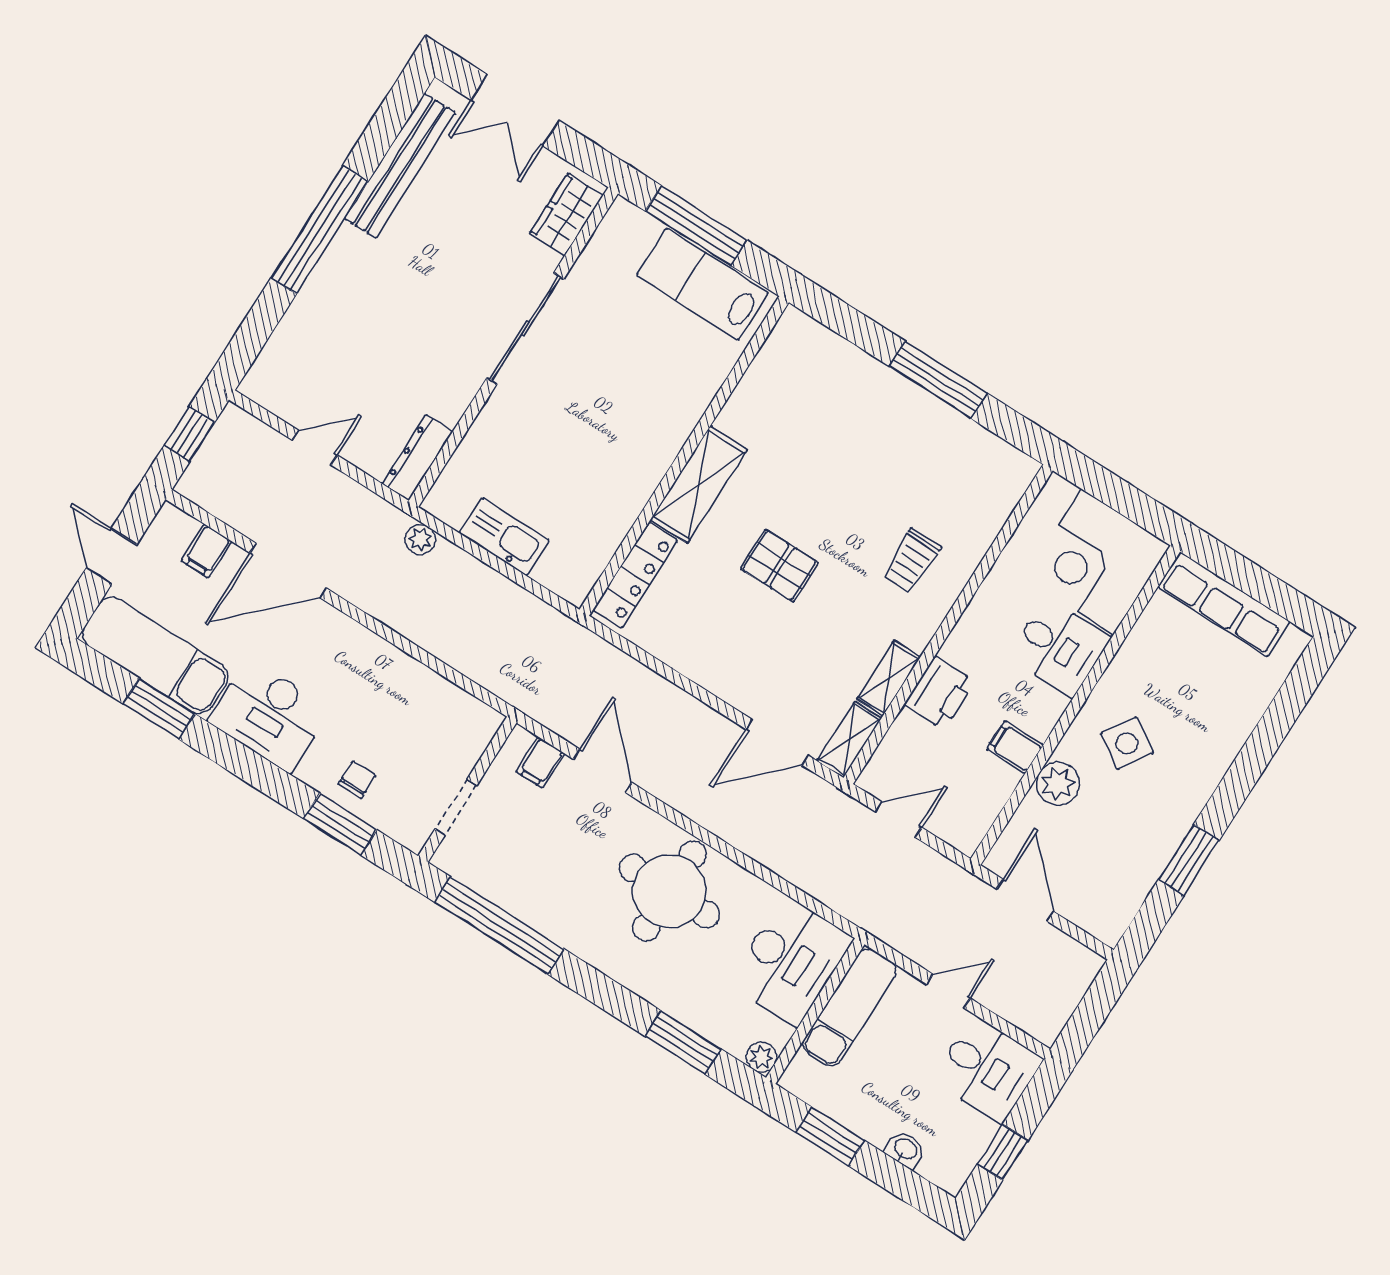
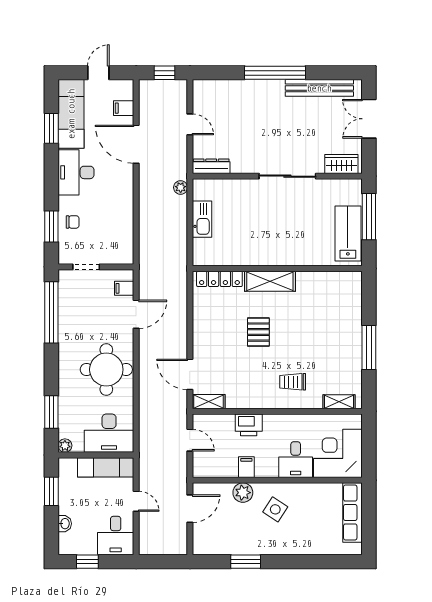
shelving: (889, 678) -> (339, 402), moved

